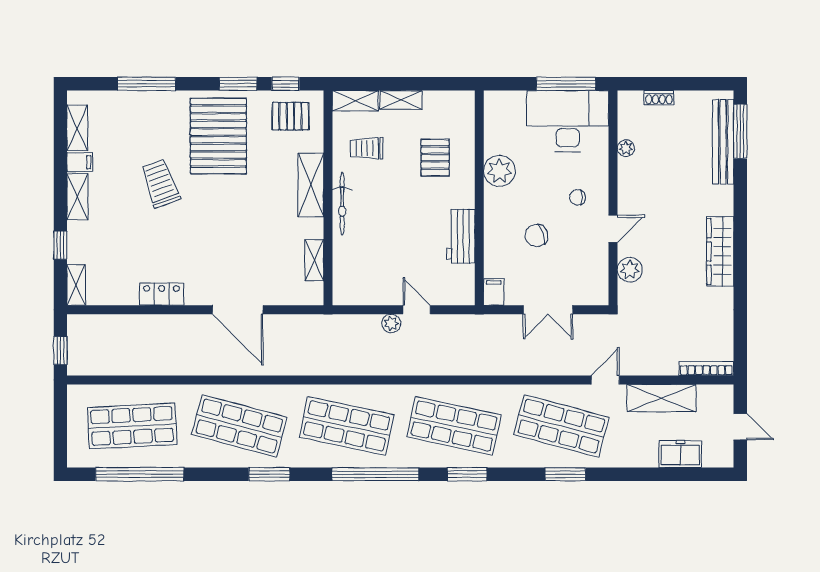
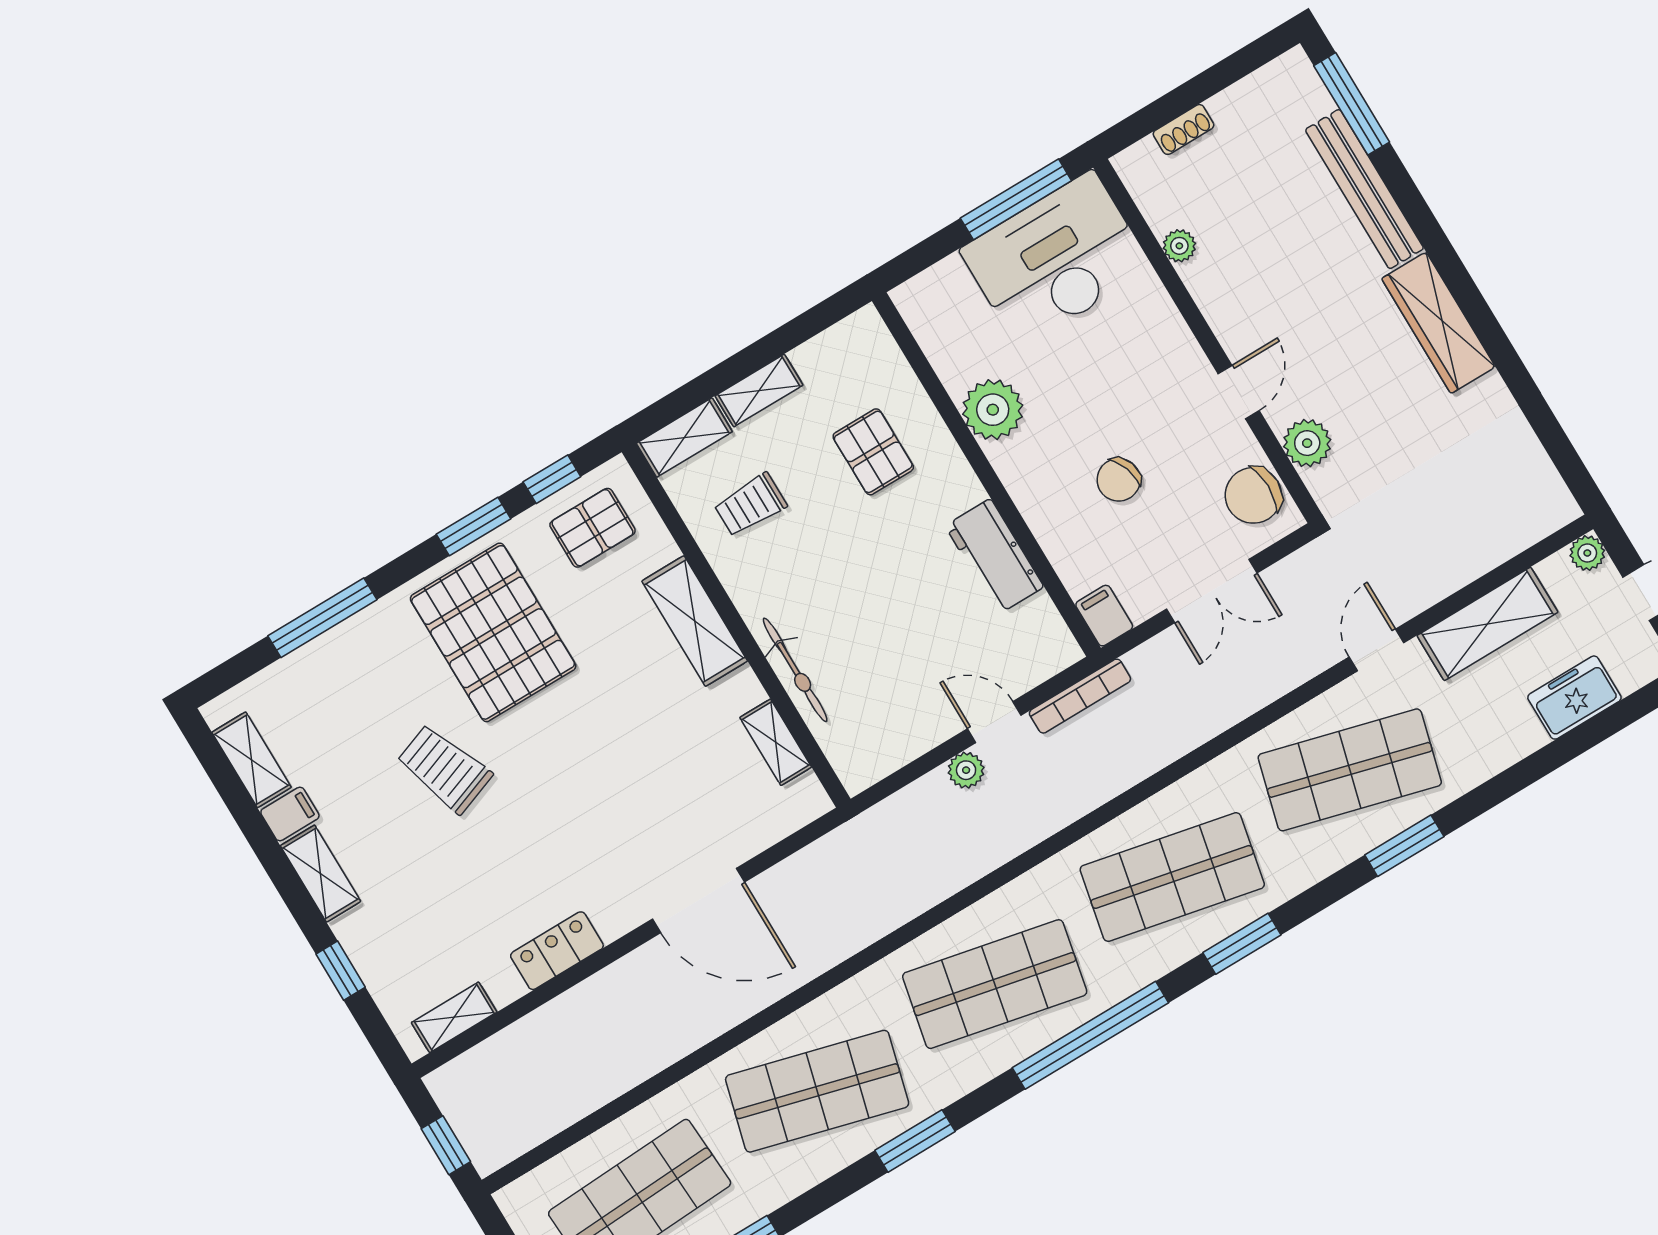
bench: (723, 142) -> (1364, 189), moved
chair: (577, 197) -> (1253, 495), moved, width x1.87, depth x1.87
bicycle: (342, 204) -> (795, 670), moved
shelving: (76, 285) -> (454, 1017), moved, turned 90
bookcase: (706, 369) -> (1080, 696), moved, turned 180
plant: (725, 393) -> (1587, 553), added

